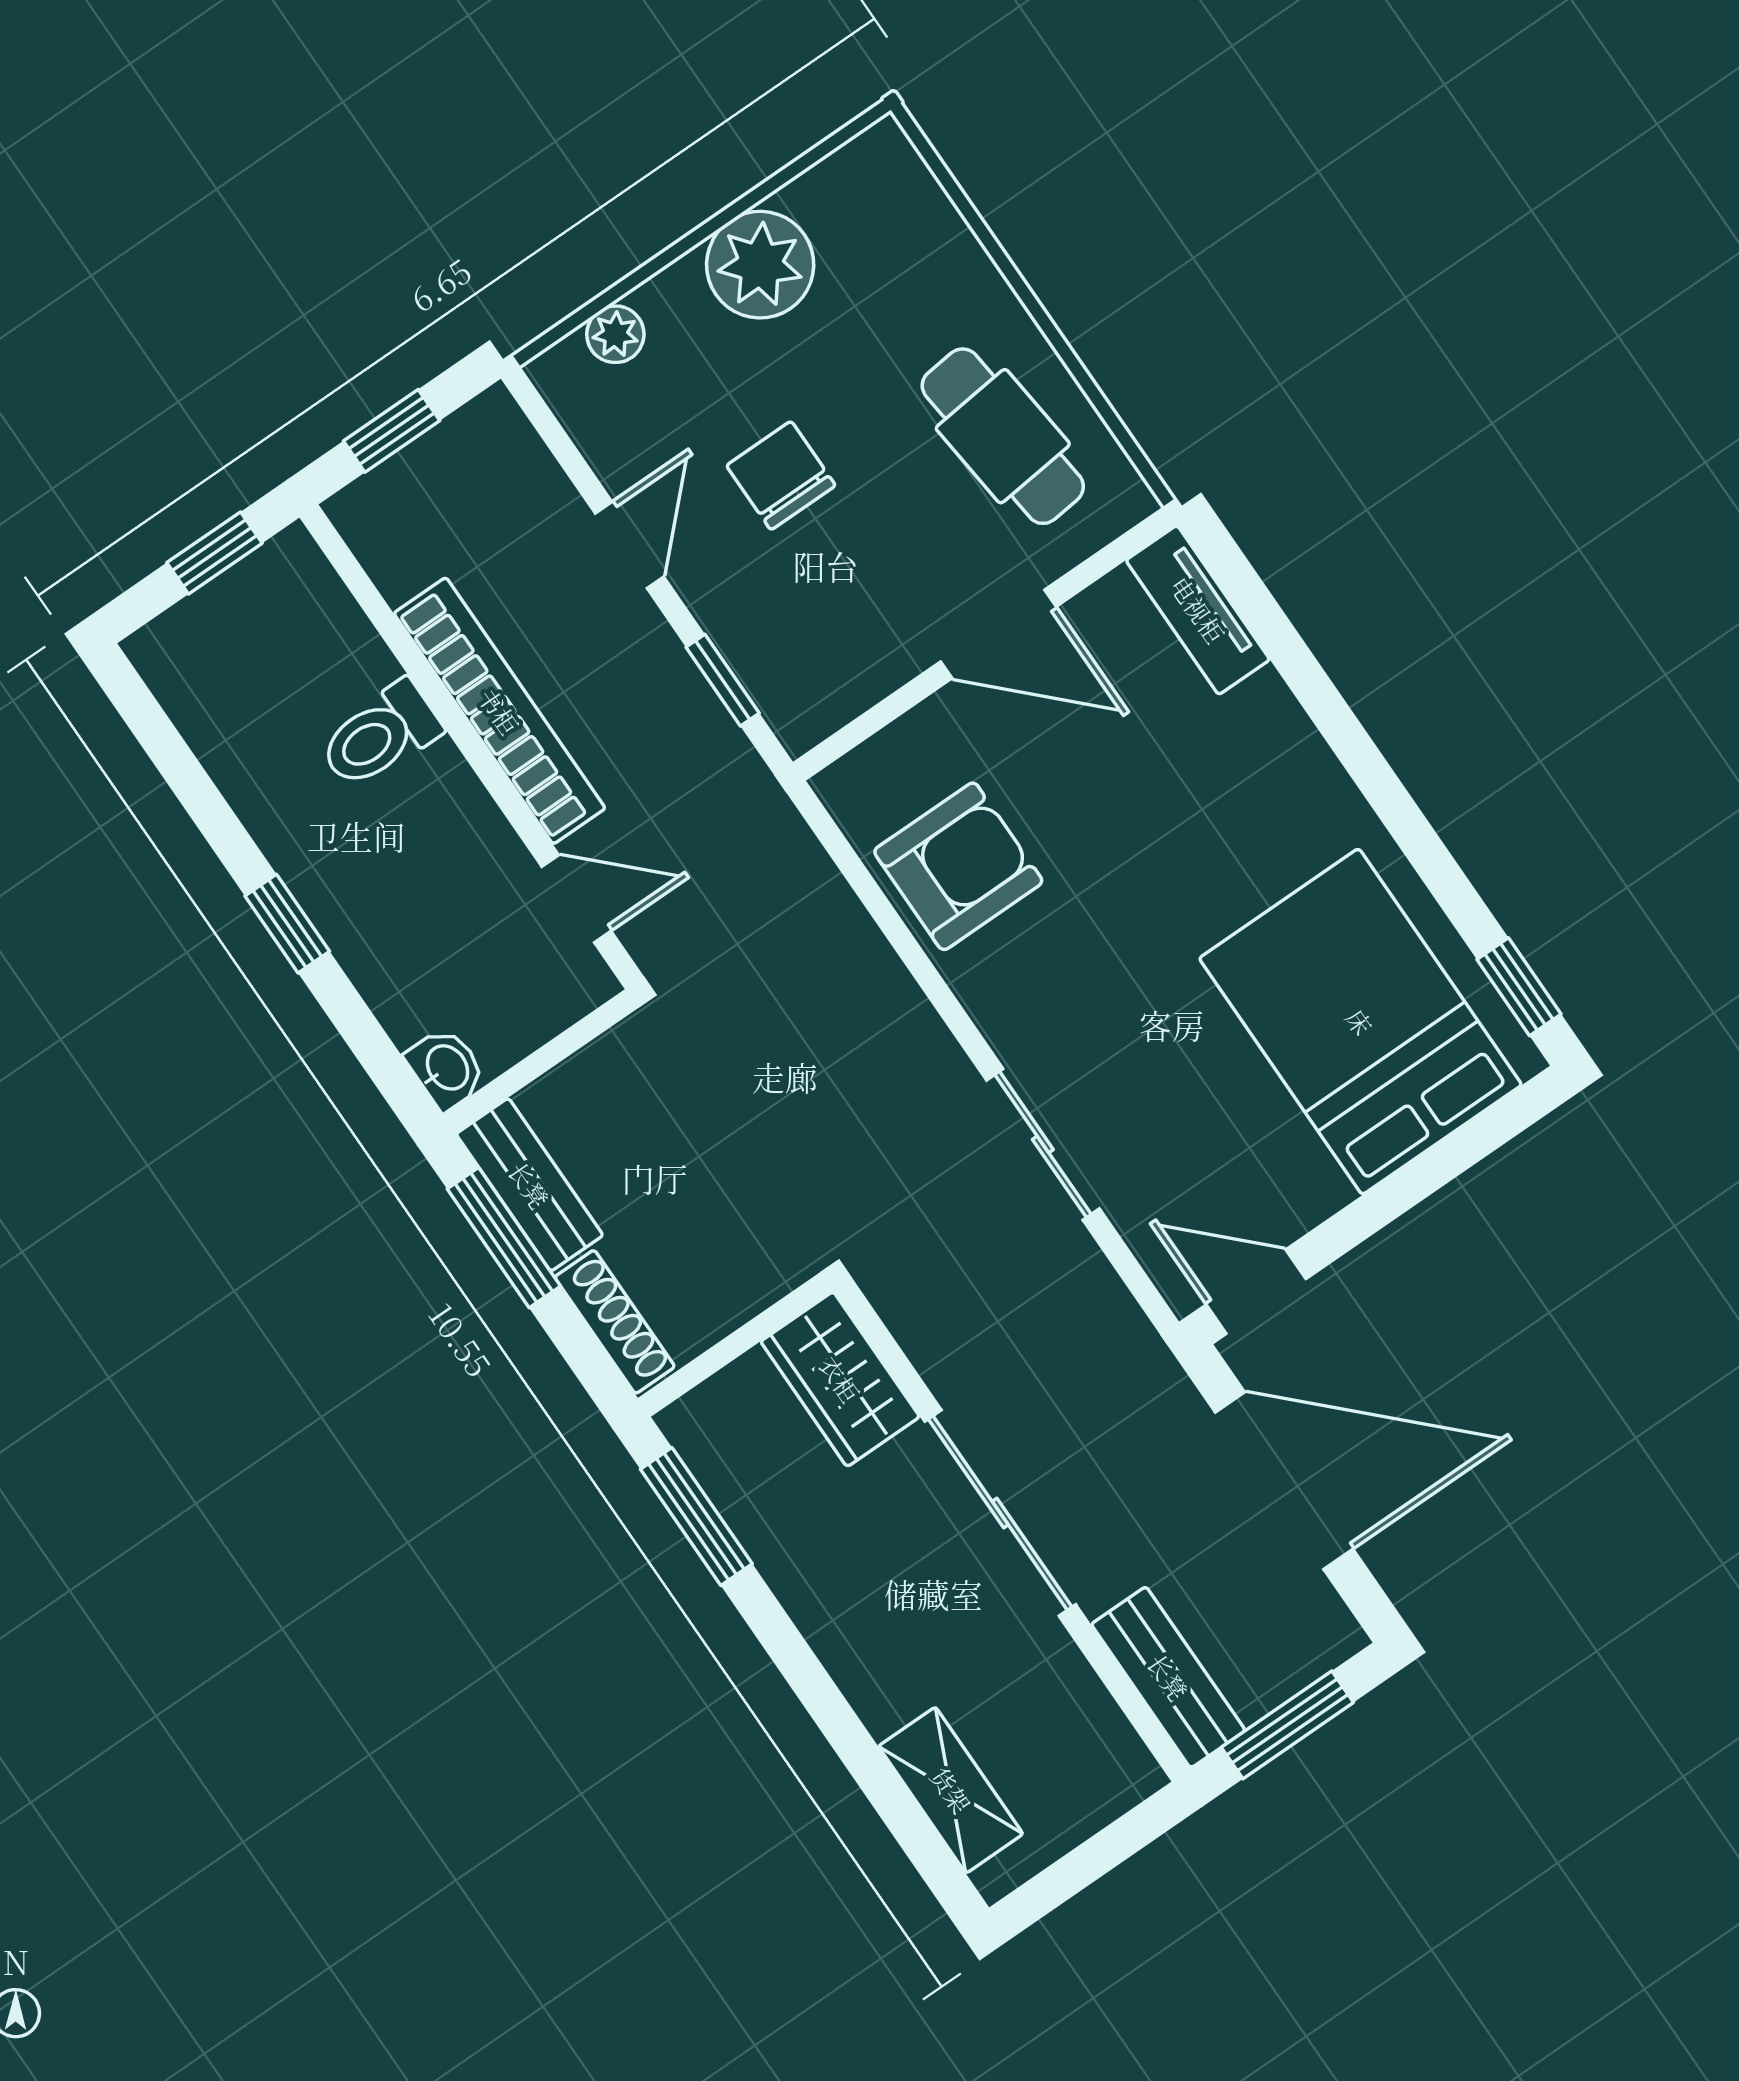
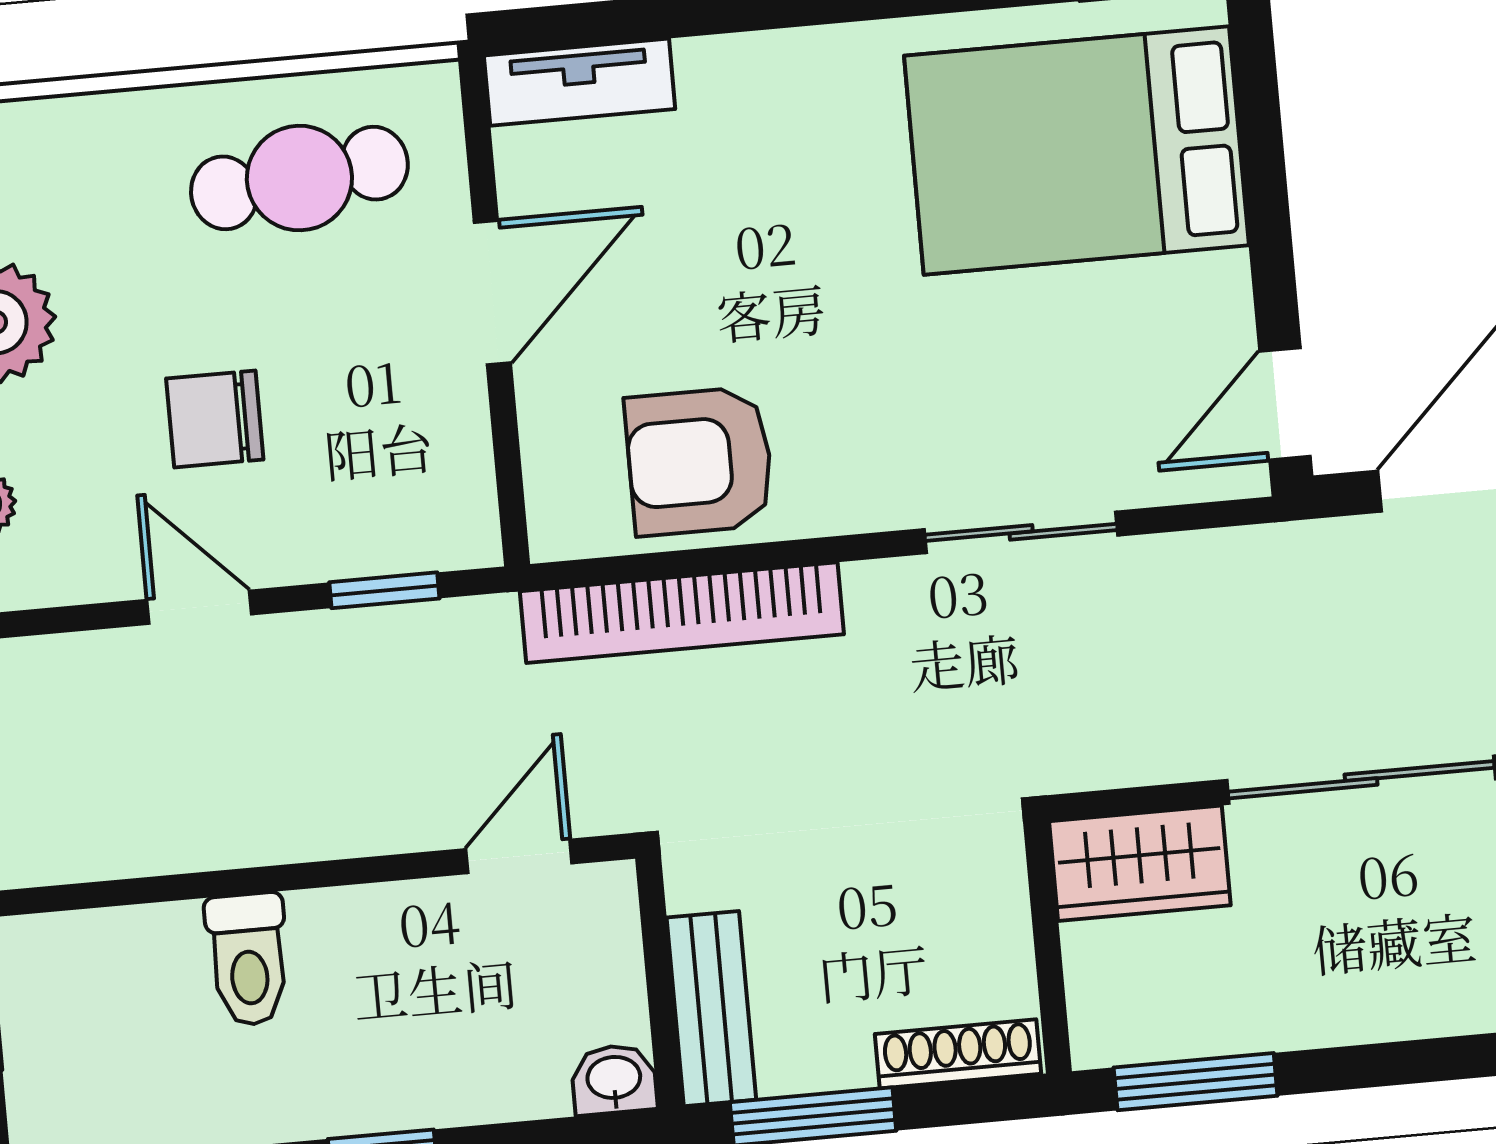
bookcase: (499, 711) -> (682, 613), moved, turned 180
armchair: (958, 866) -> (699, 461), turned -90
bench: (529, 1185) -> (711, 1009), moved, turned 90

